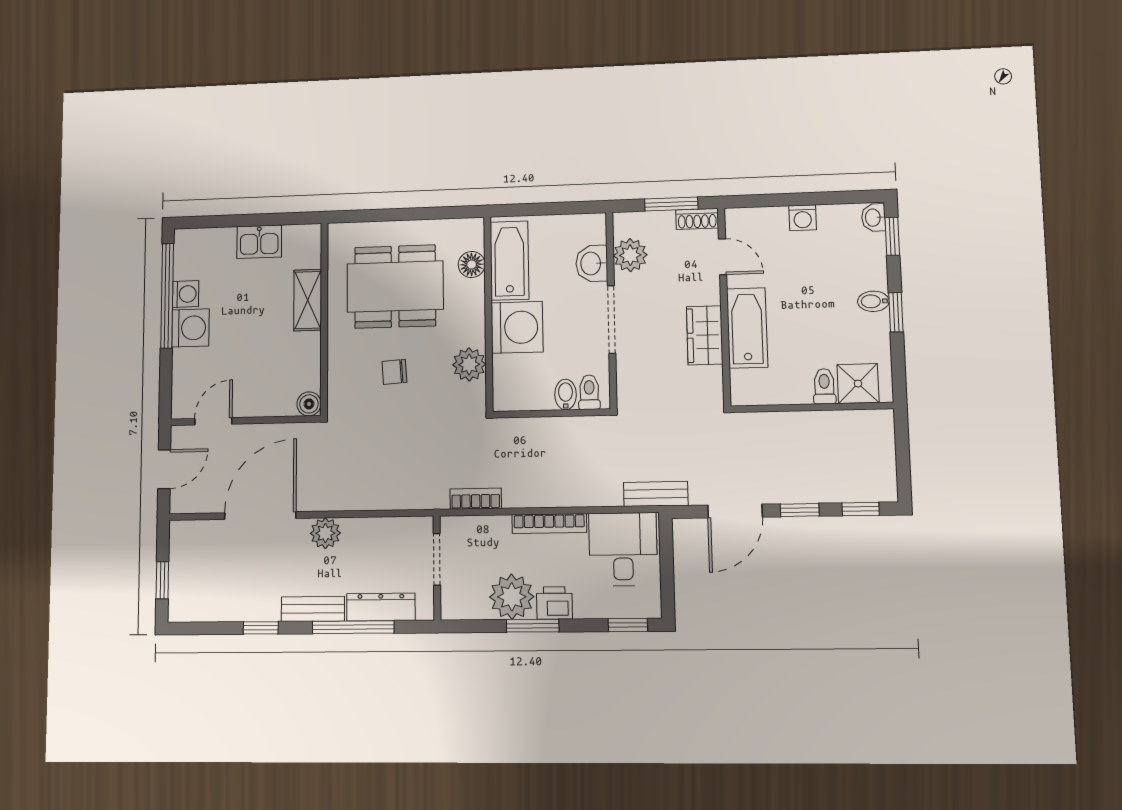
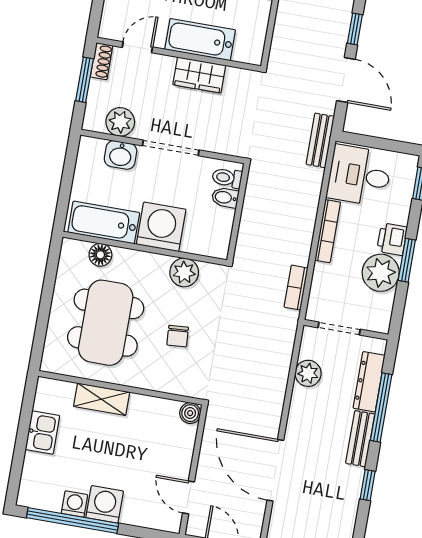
plant: (325, 533) -> (308, 373), moved

